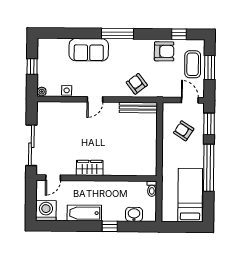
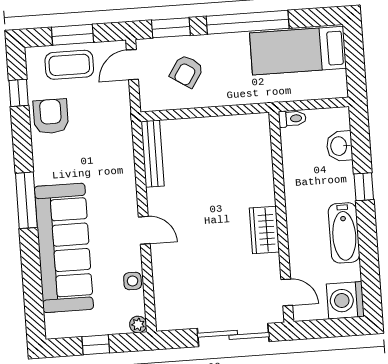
sofa: (89, 50) -> (64, 248), width x1.85, depth x1.27
armchair: (137, 84) -> (111, 160), removed

